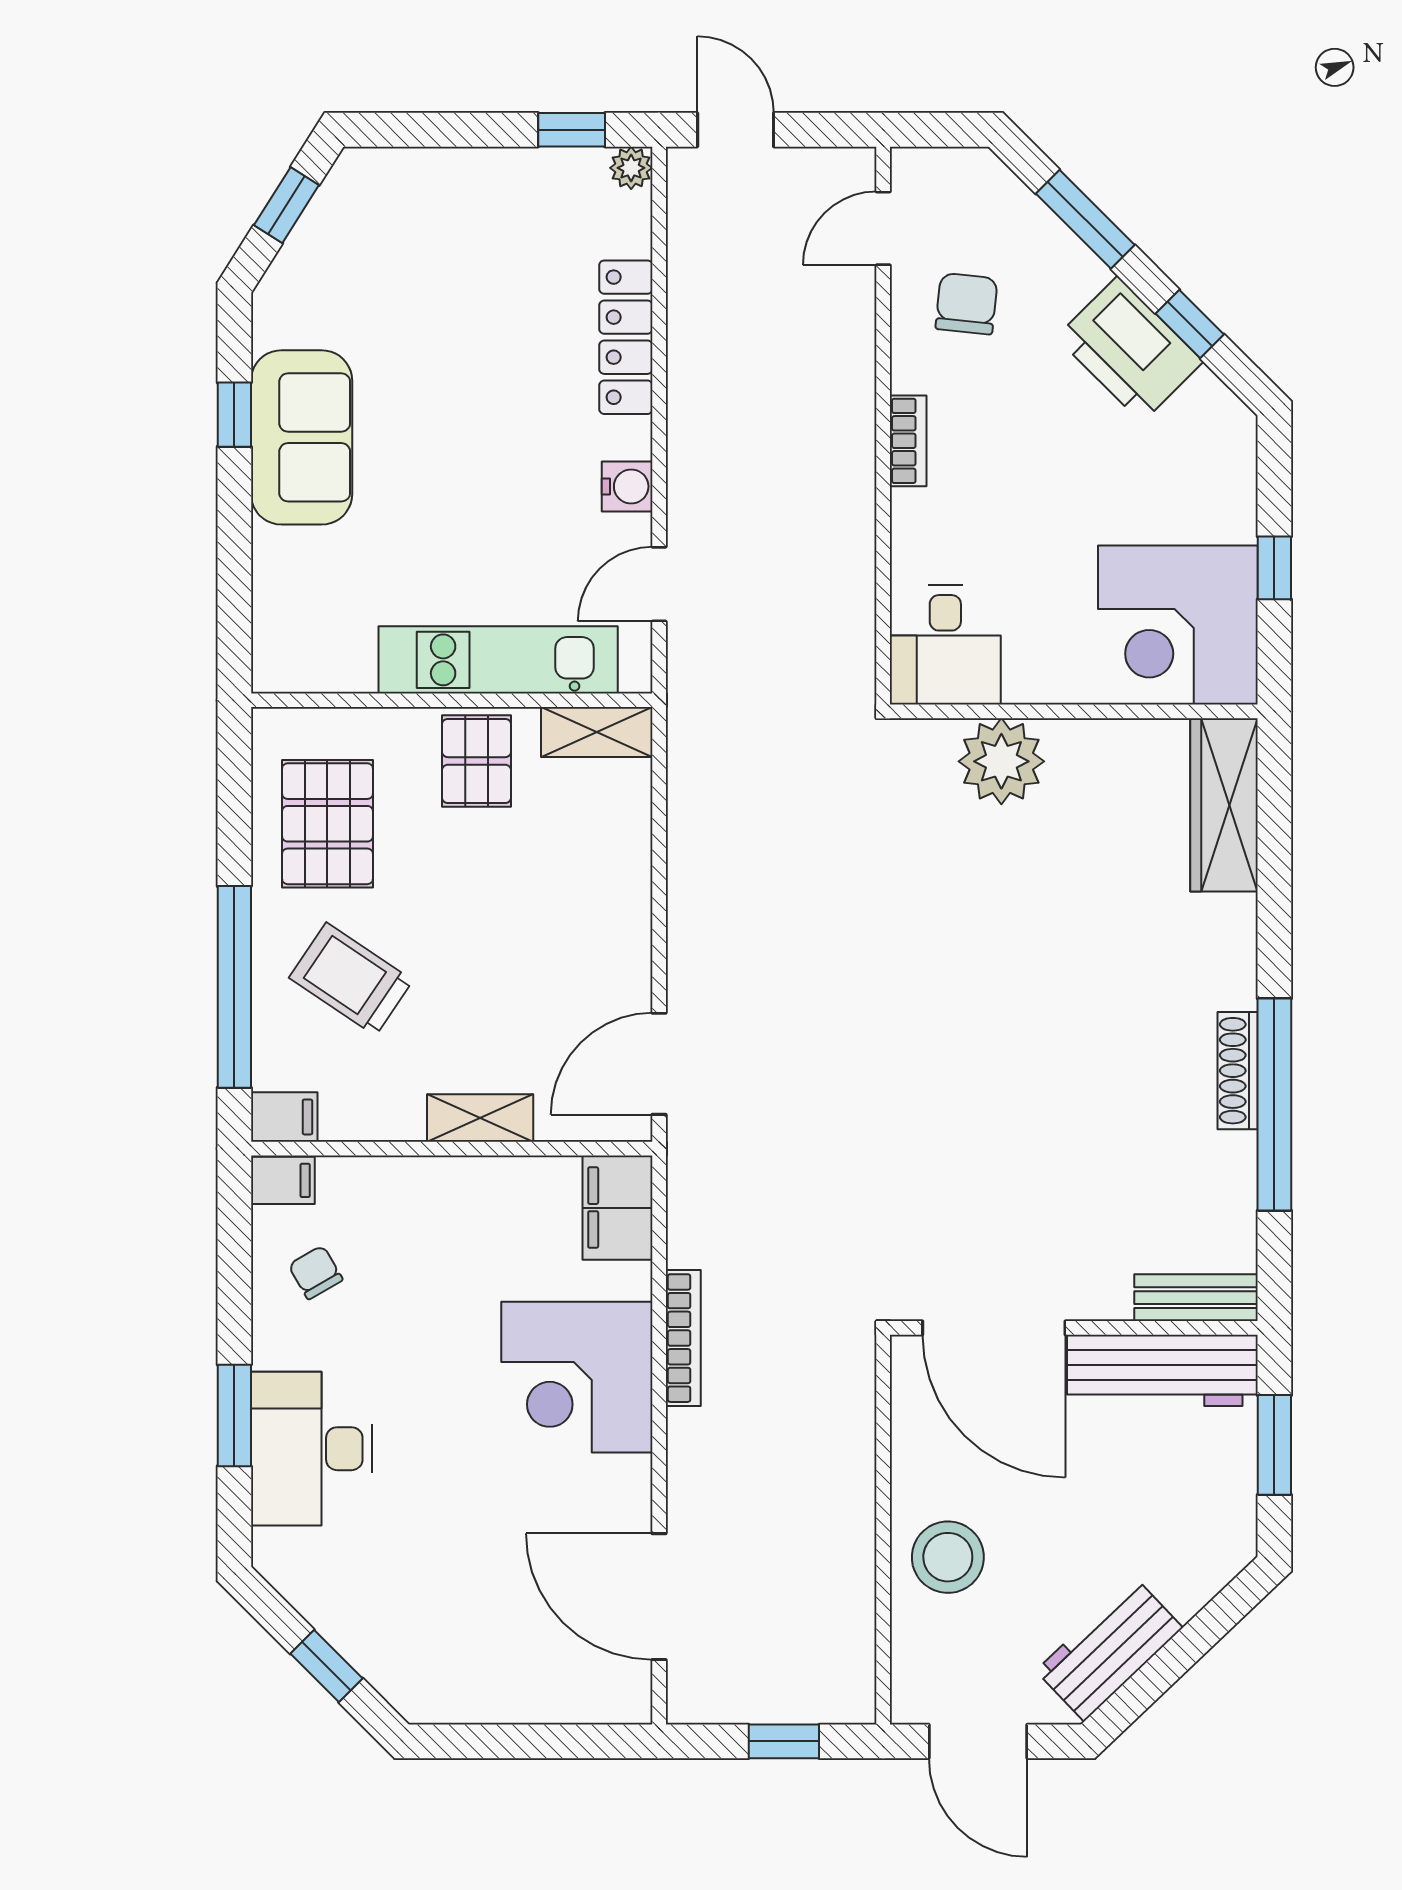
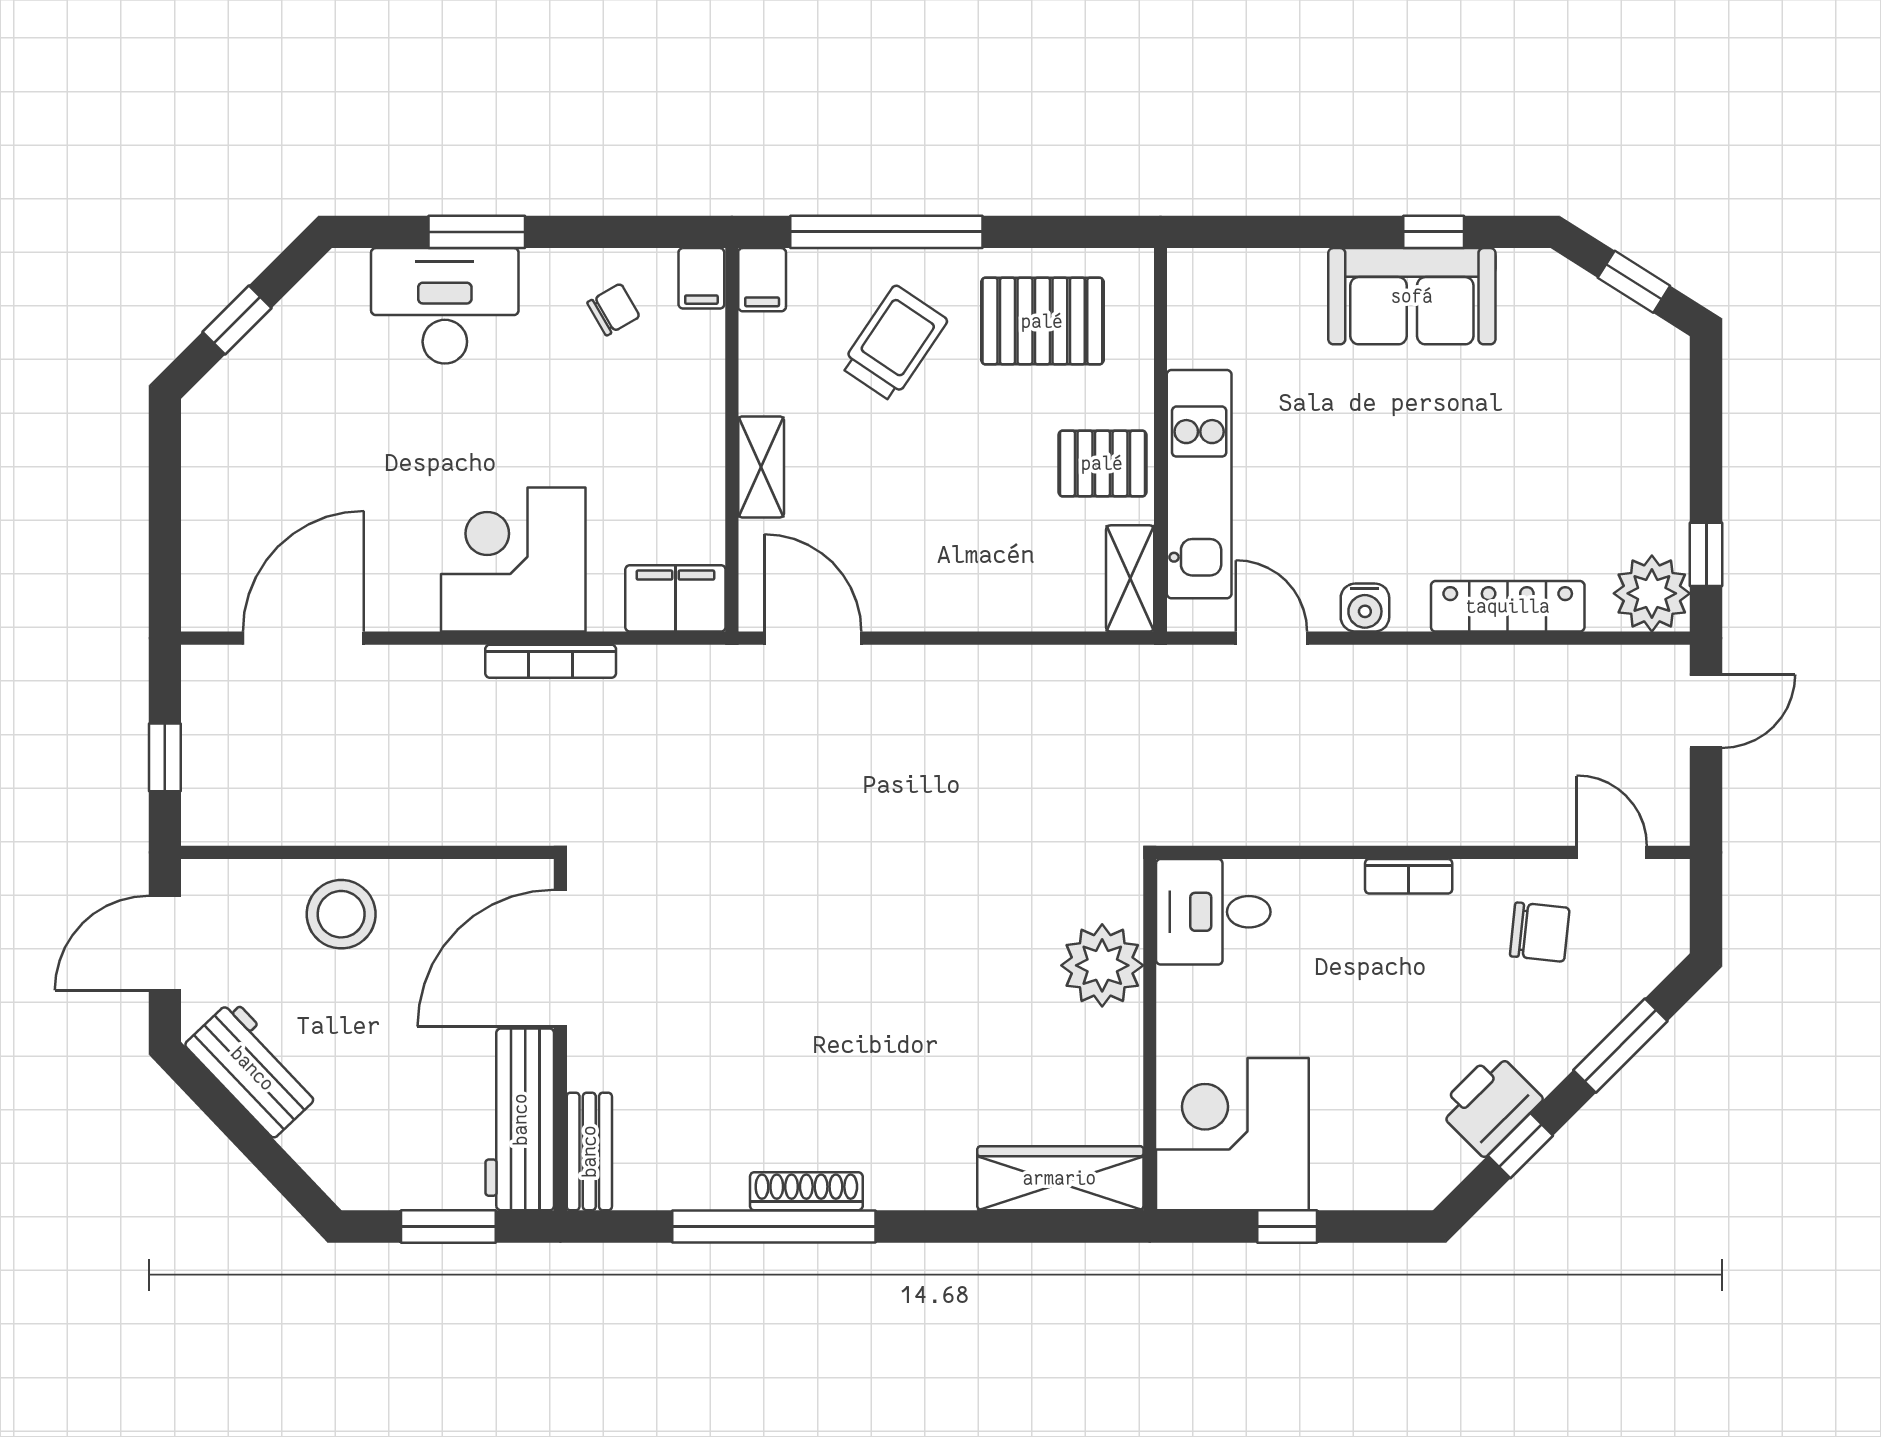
plant: (631, 168) -> (1652, 593), width x1.87, depth x1.87
printer: (1130, 349) -> (1490, 1104), width x0.73, depth x0.84

